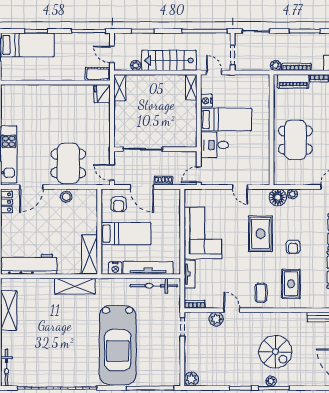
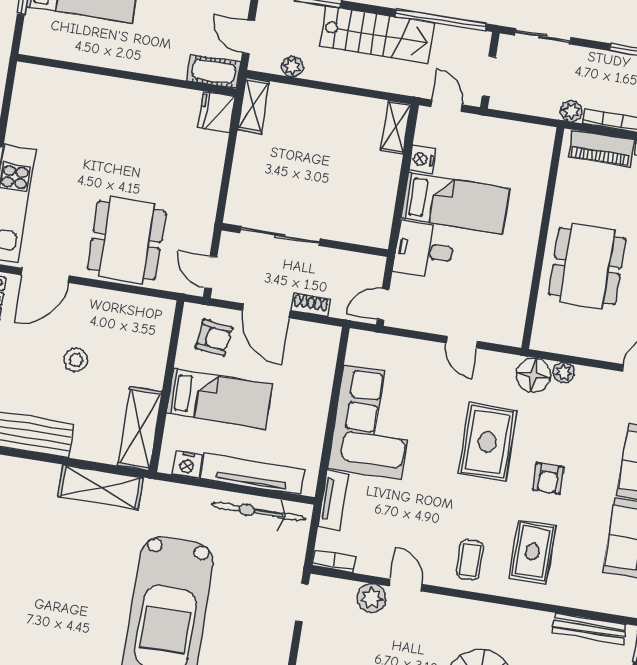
stairs: (169, 60) -> (377, 35), moved, turned 180
stool: (66, 197) -> (76, 360), moved
armchair: (119, 204) -> (214, 338), turned -83

